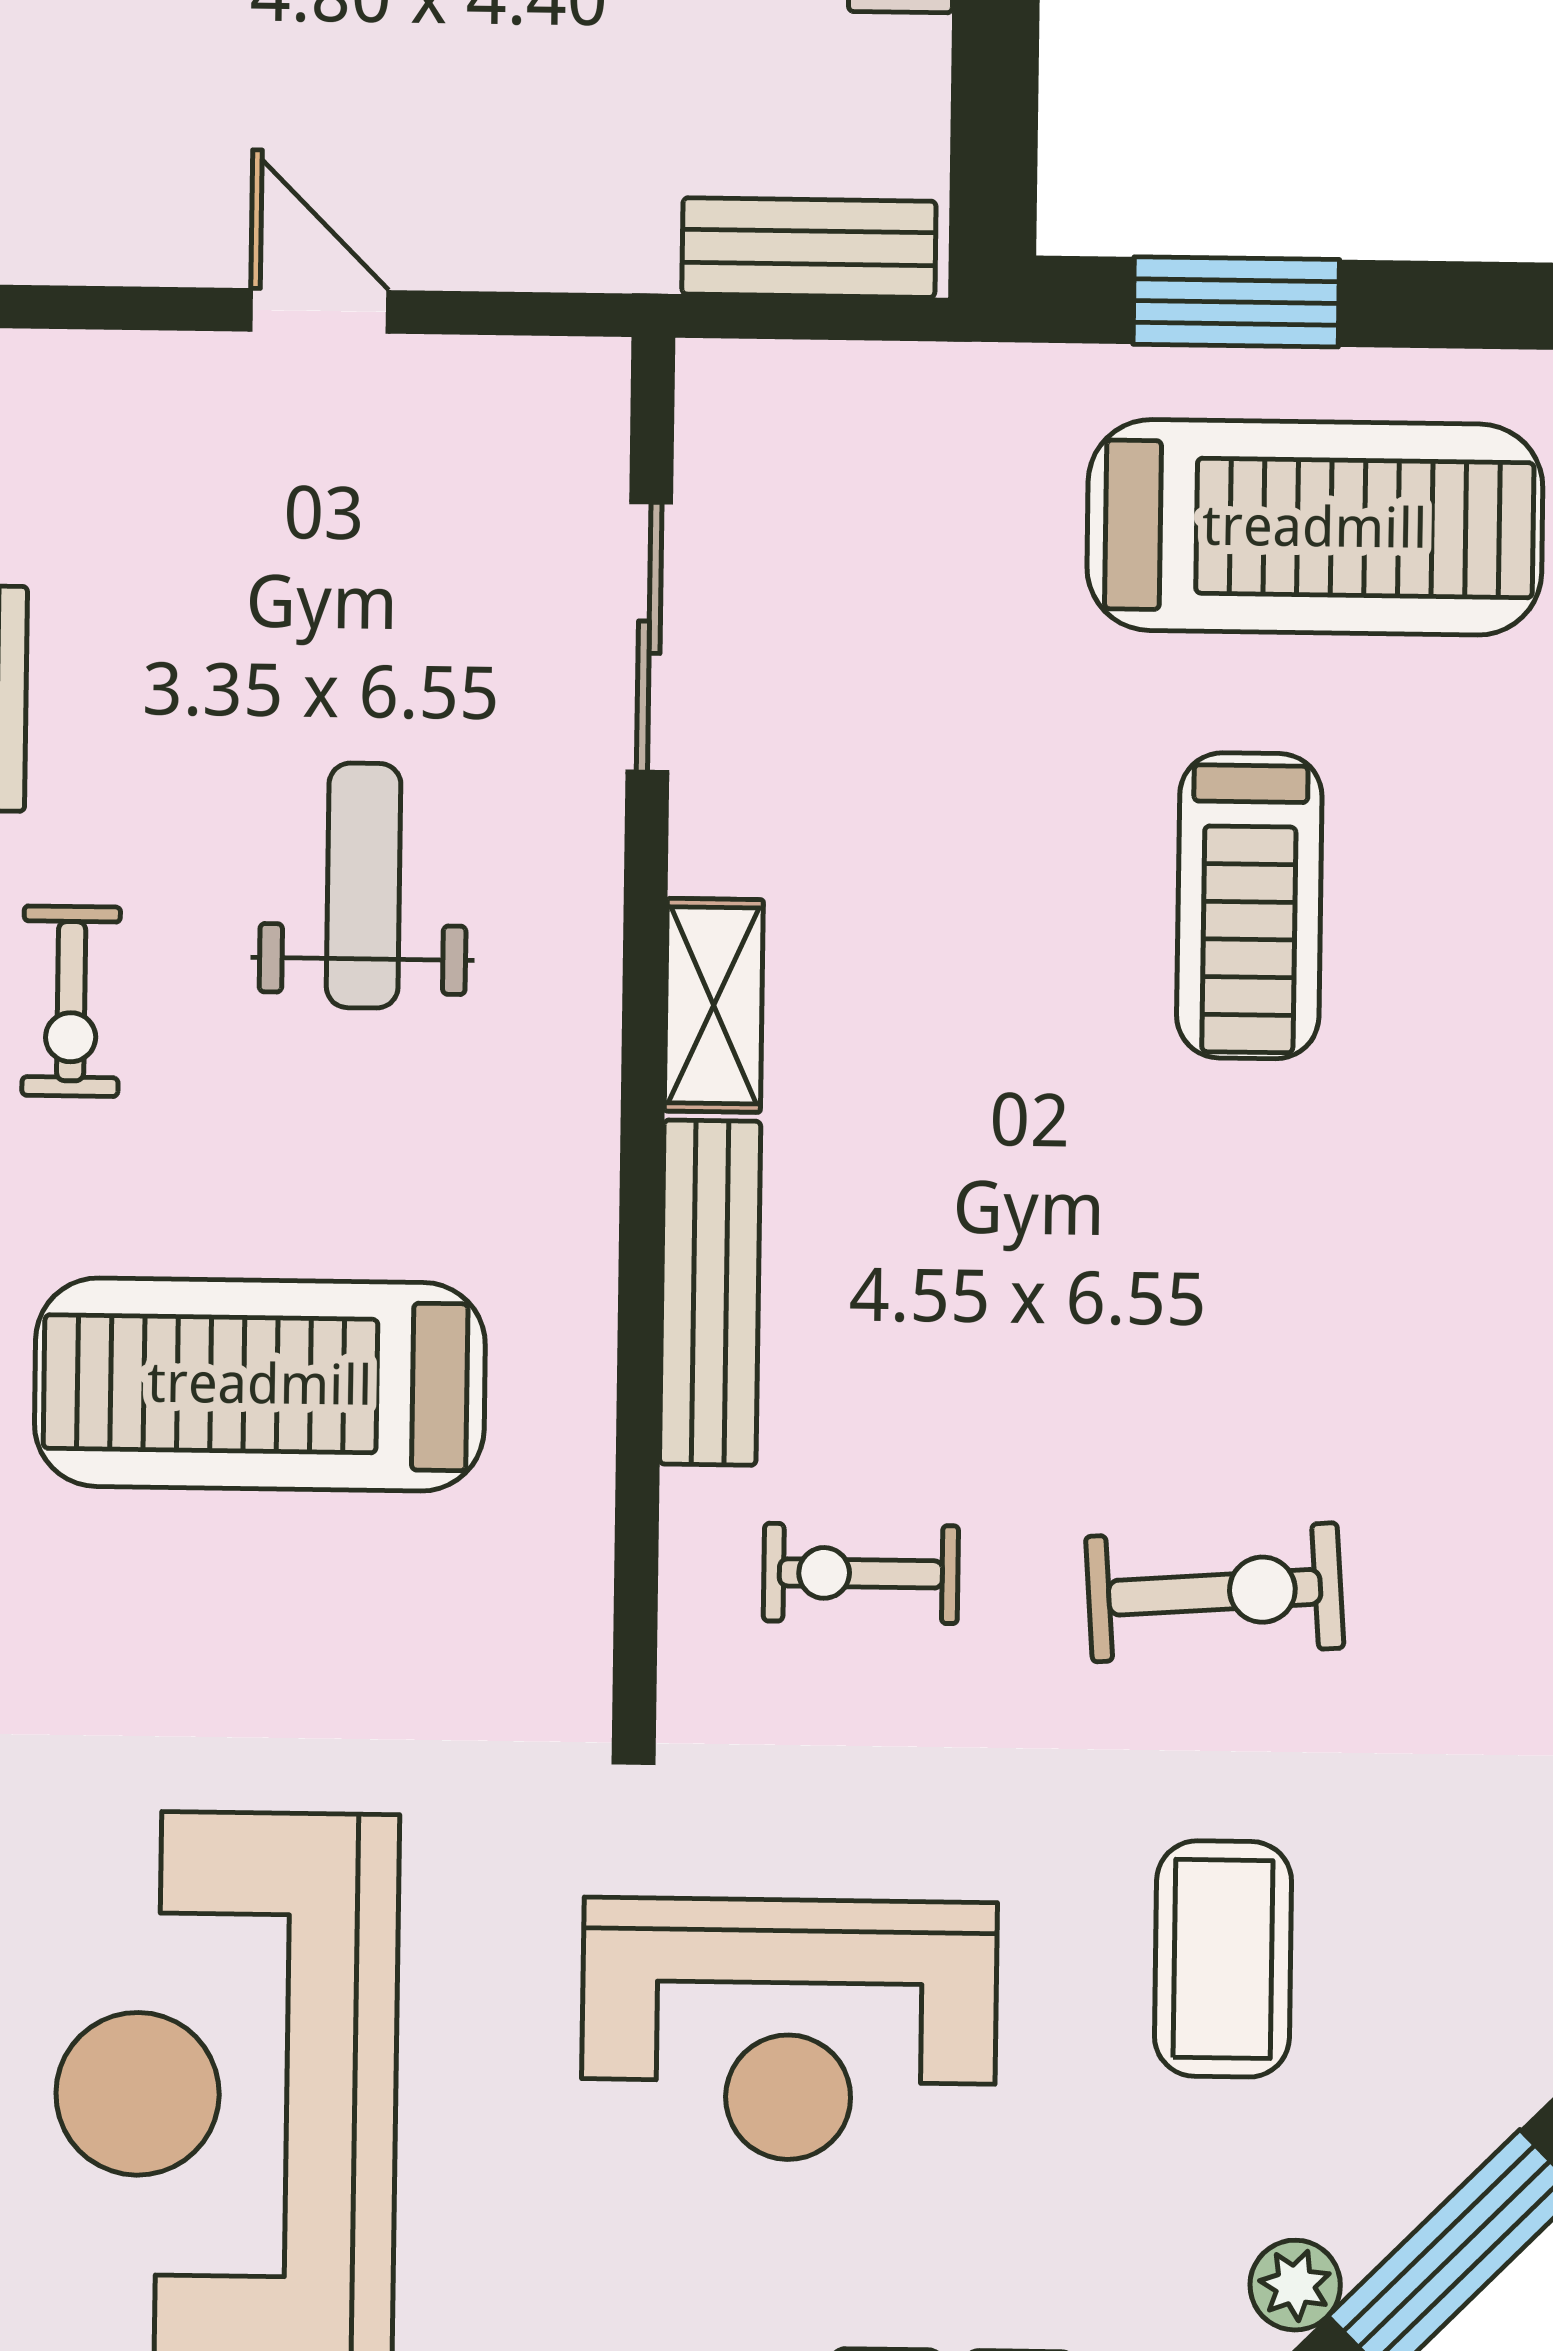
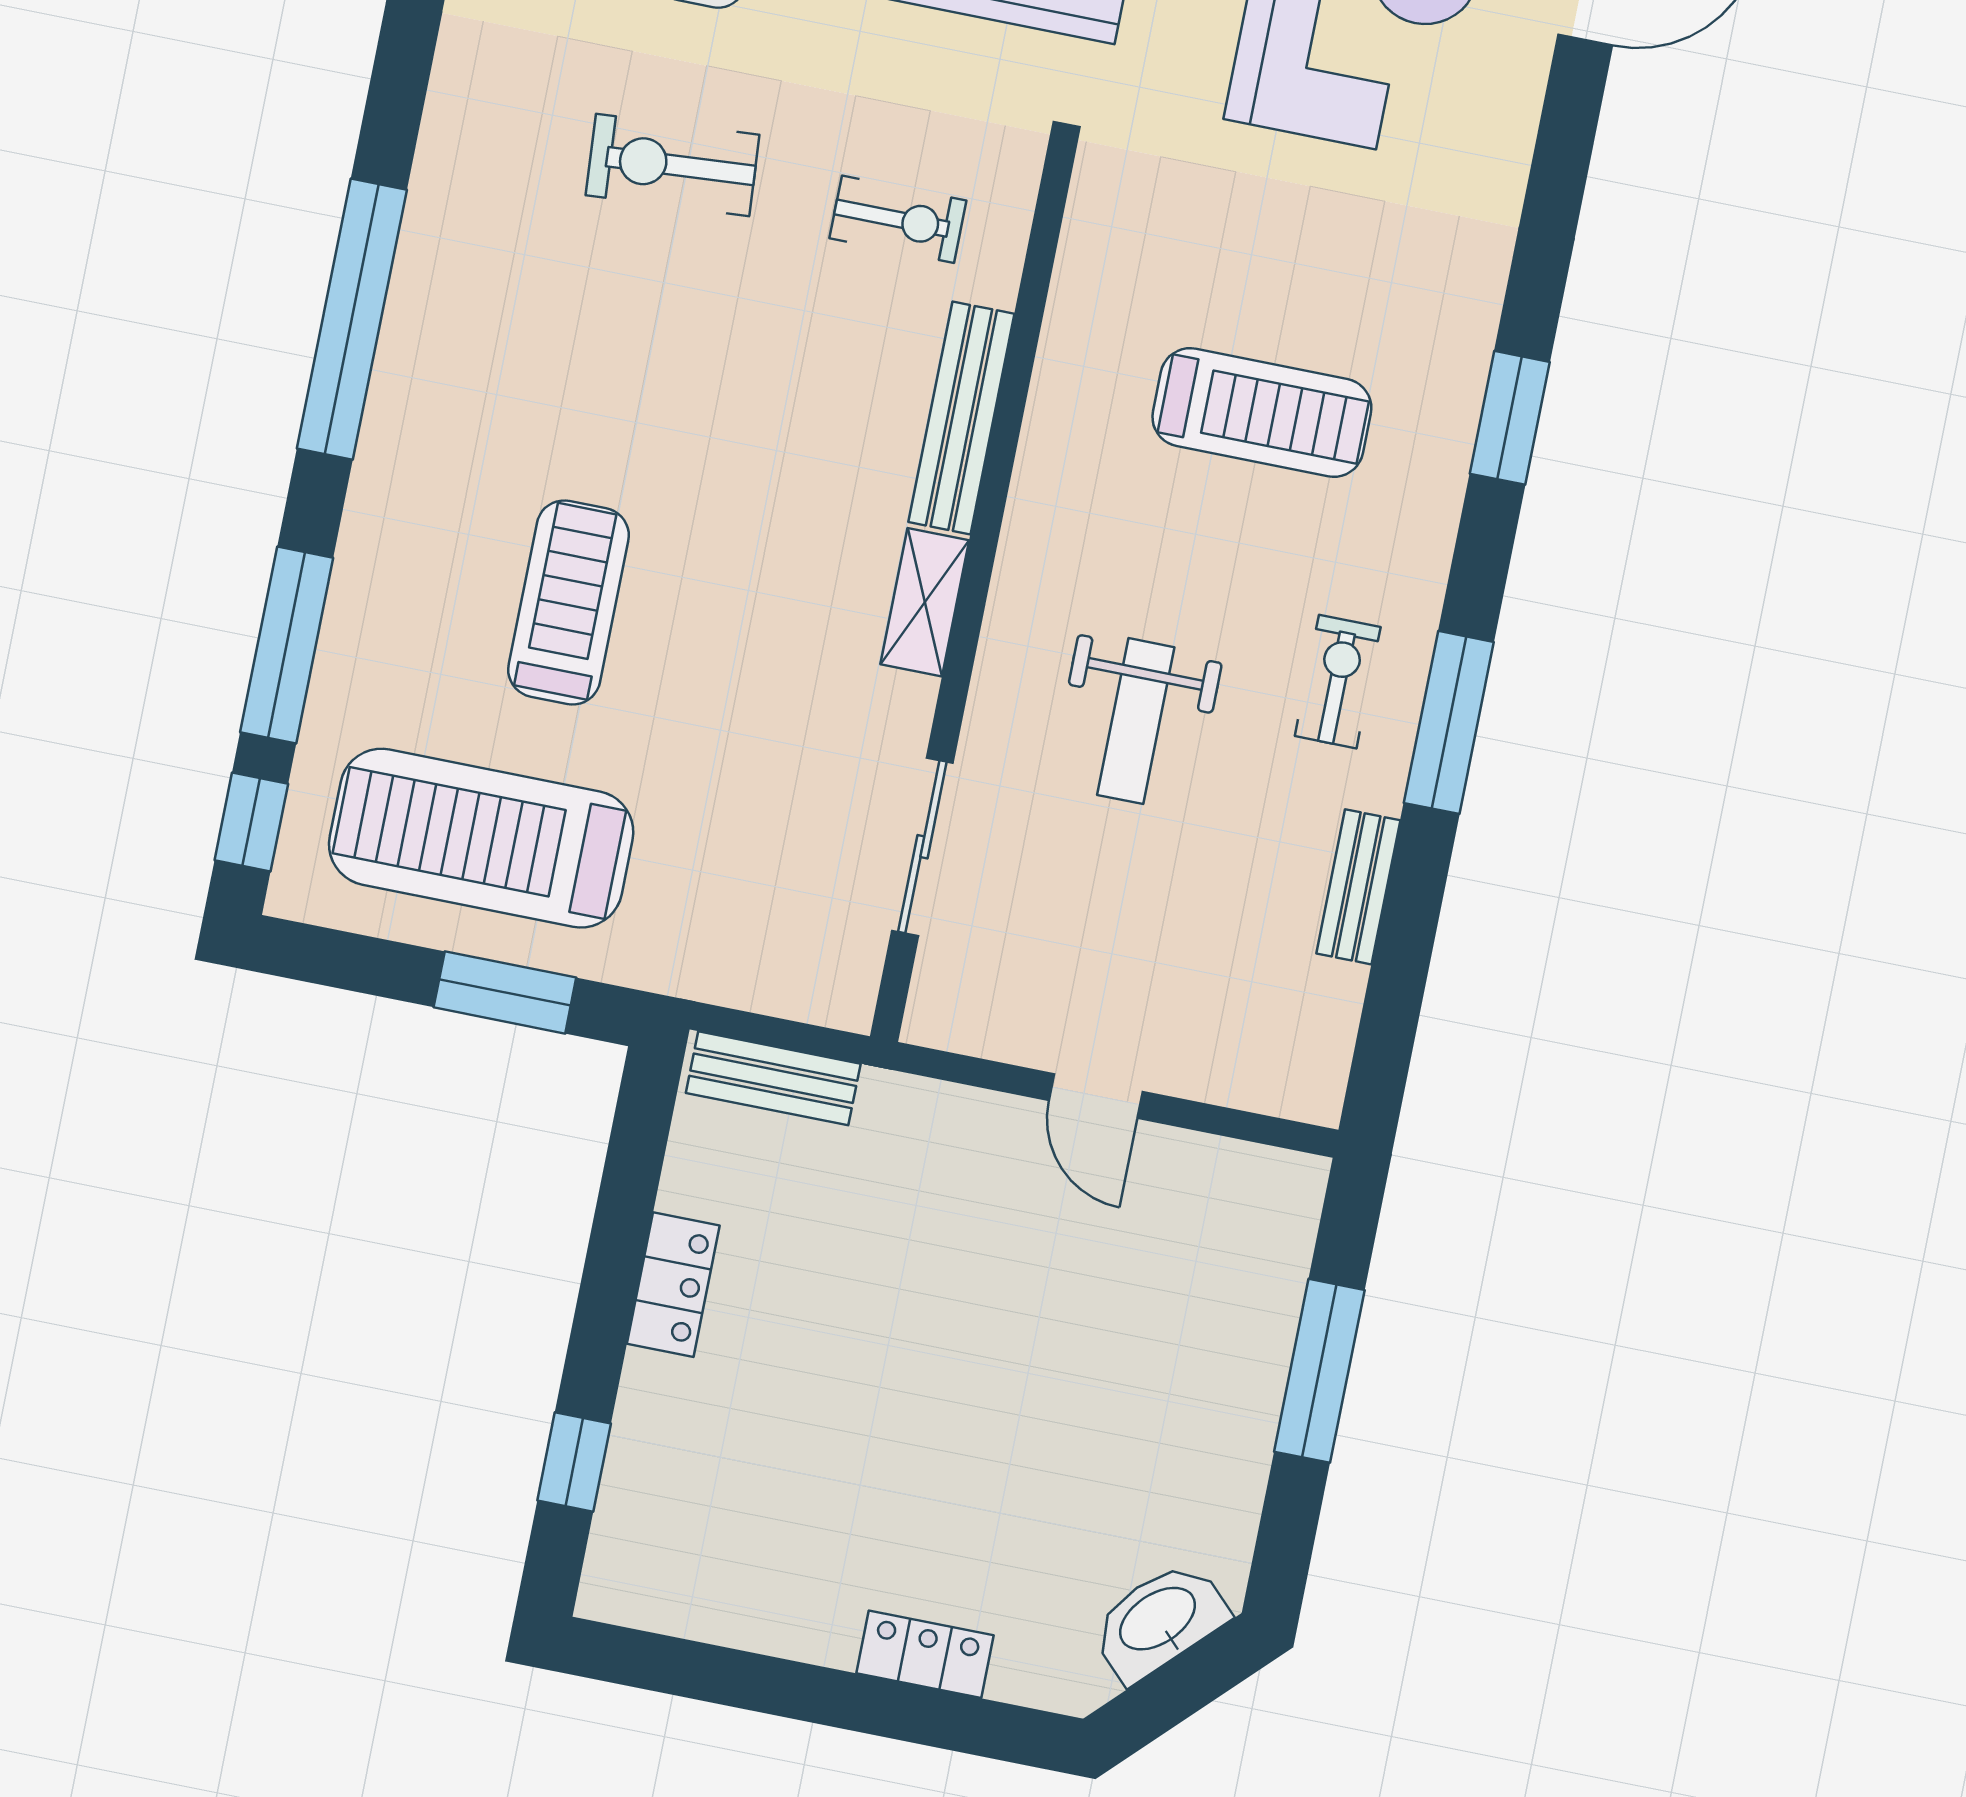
treadmill: (260, 1384) -> (1262, 413), width x0.73, depth x0.73

